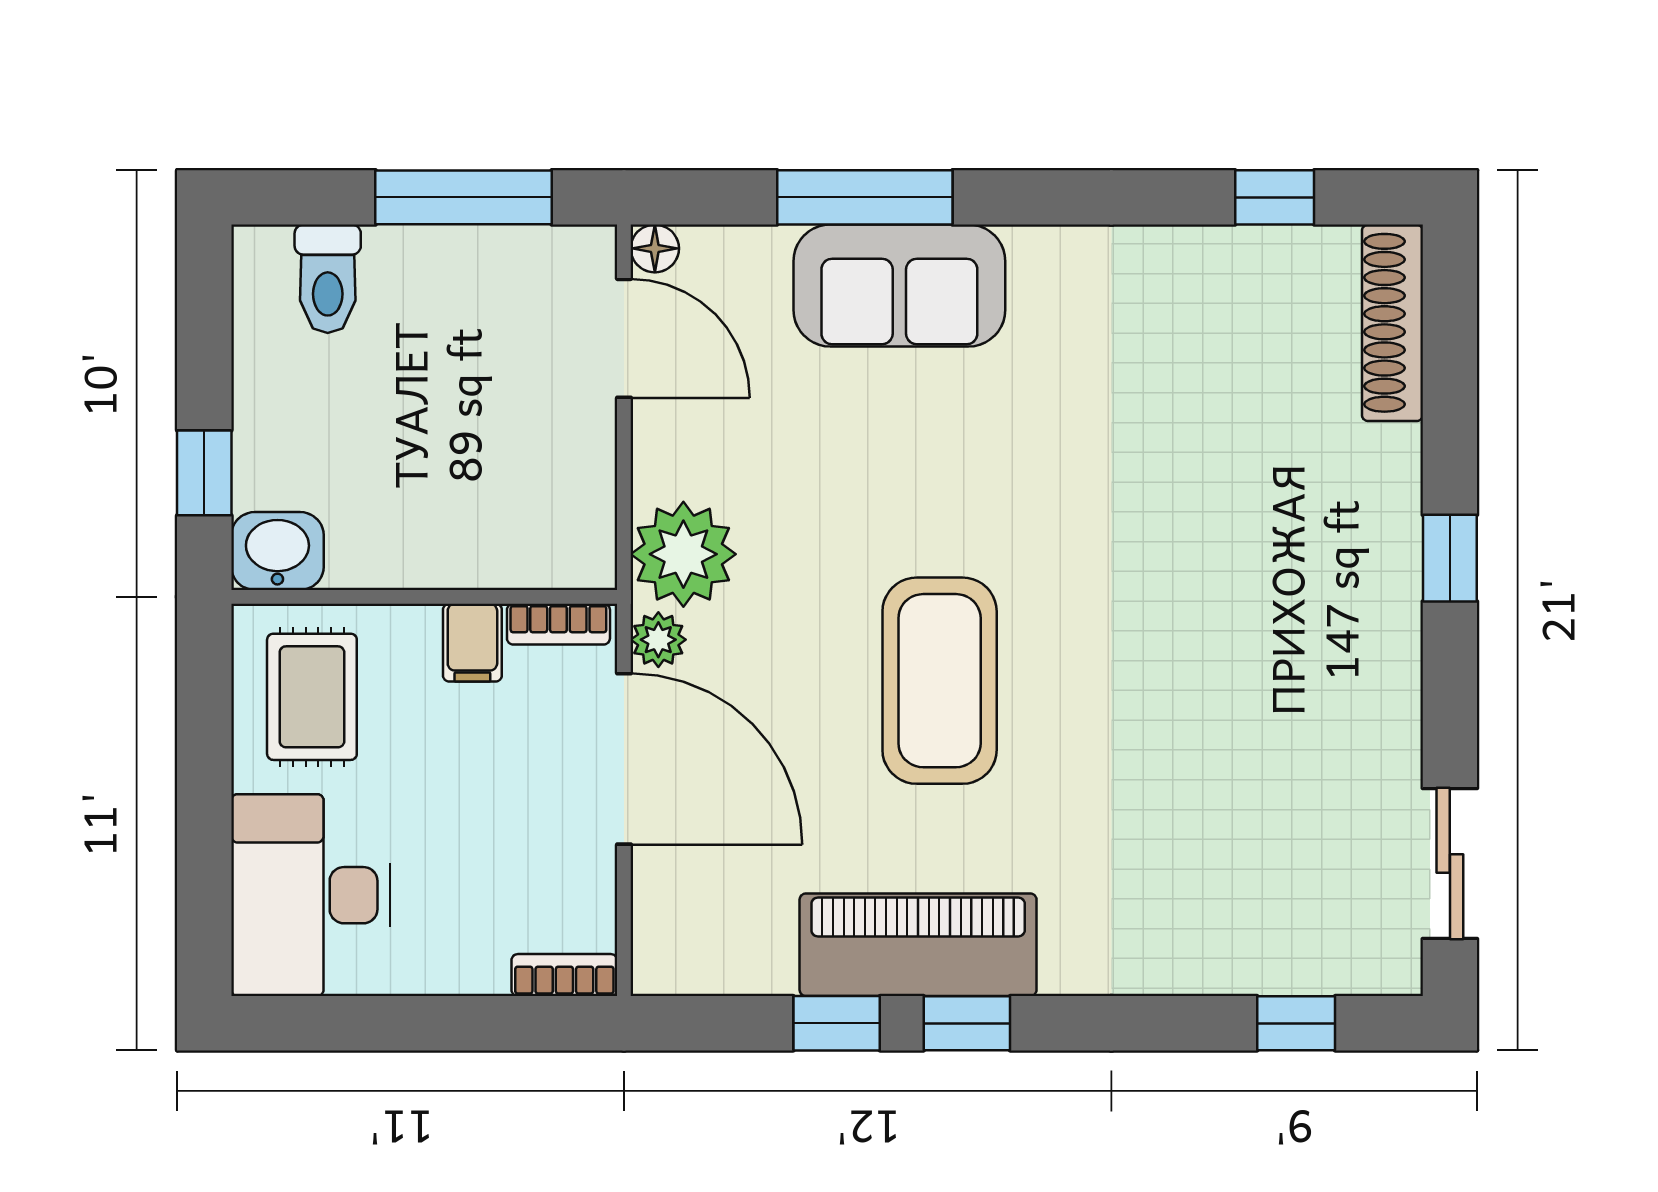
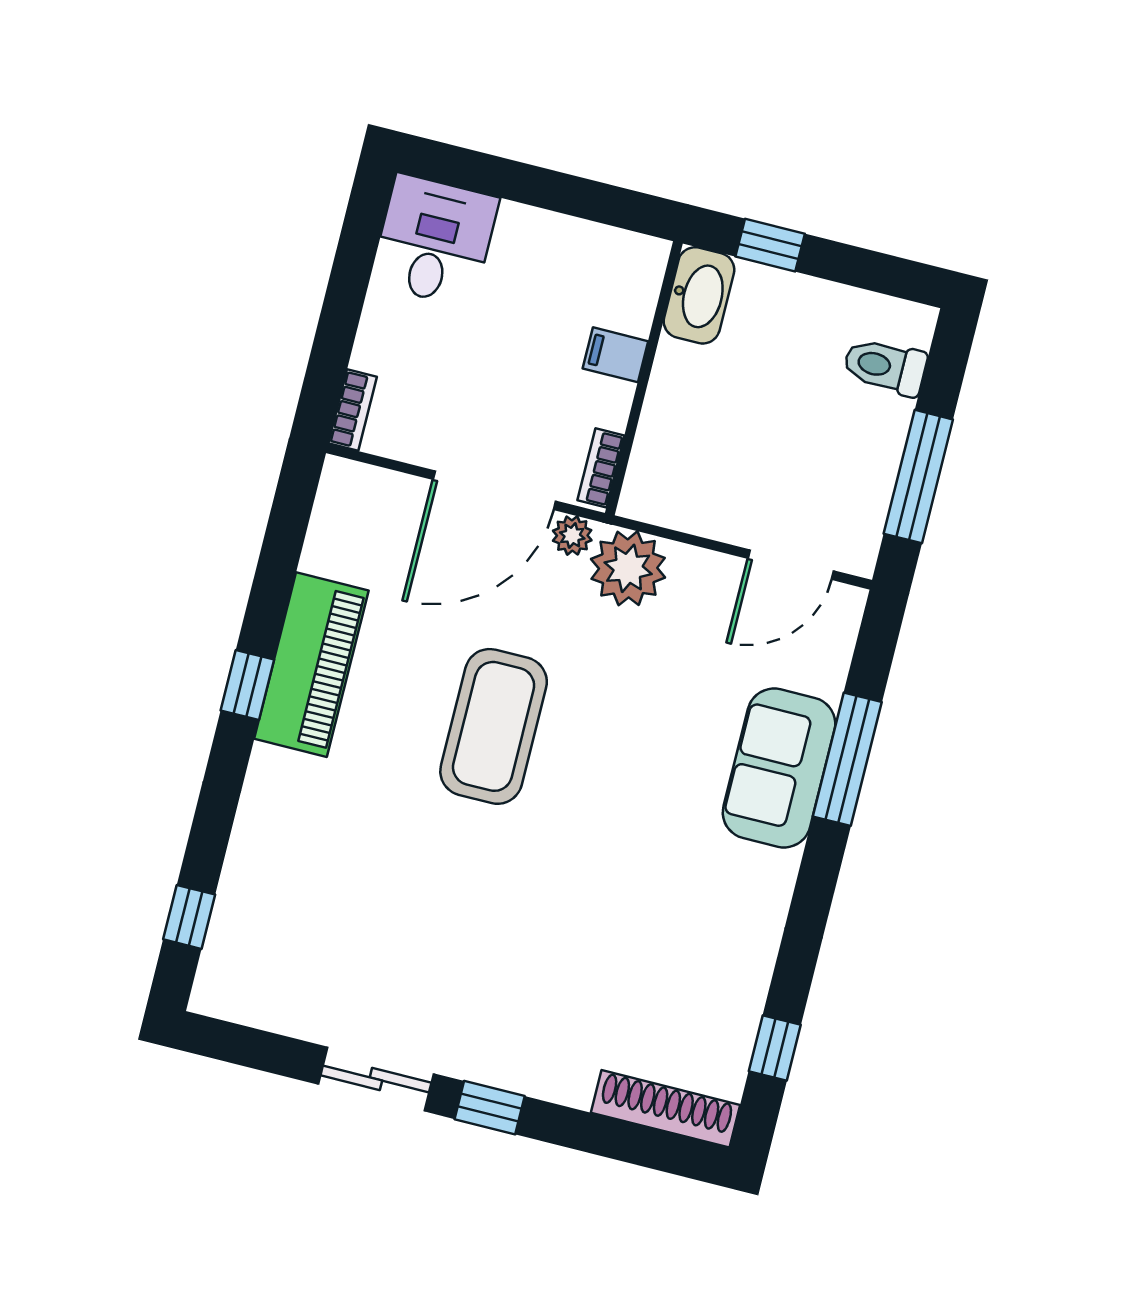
floor lamp: (655, 248) -> (848, 602), removed
washbasin: (277, 551) -> (699, 295), width x1.38
filing cabinet: (472, 643) -> (615, 355), moved
coffee table: (940, 681) -> (494, 726), turned 90
rug: (312, 697) -> (593, 281), removed
sliding door: (1450, 863) -> (376, 1079), moved
desk: (311, 895) -> (434, 241), width x0.73
window: (837, 1023) -> (270, 593), removed

